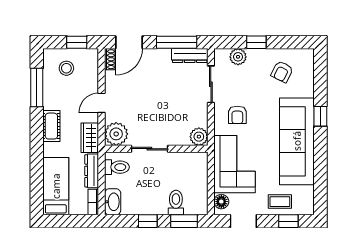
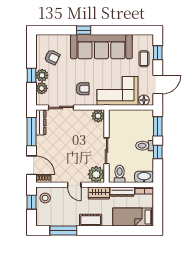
plant: (256, 57) -> (42, 75), added
stool: (66, 68) -> (45, 198), moved
toilet: (176, 203) -> (145, 146), moved

